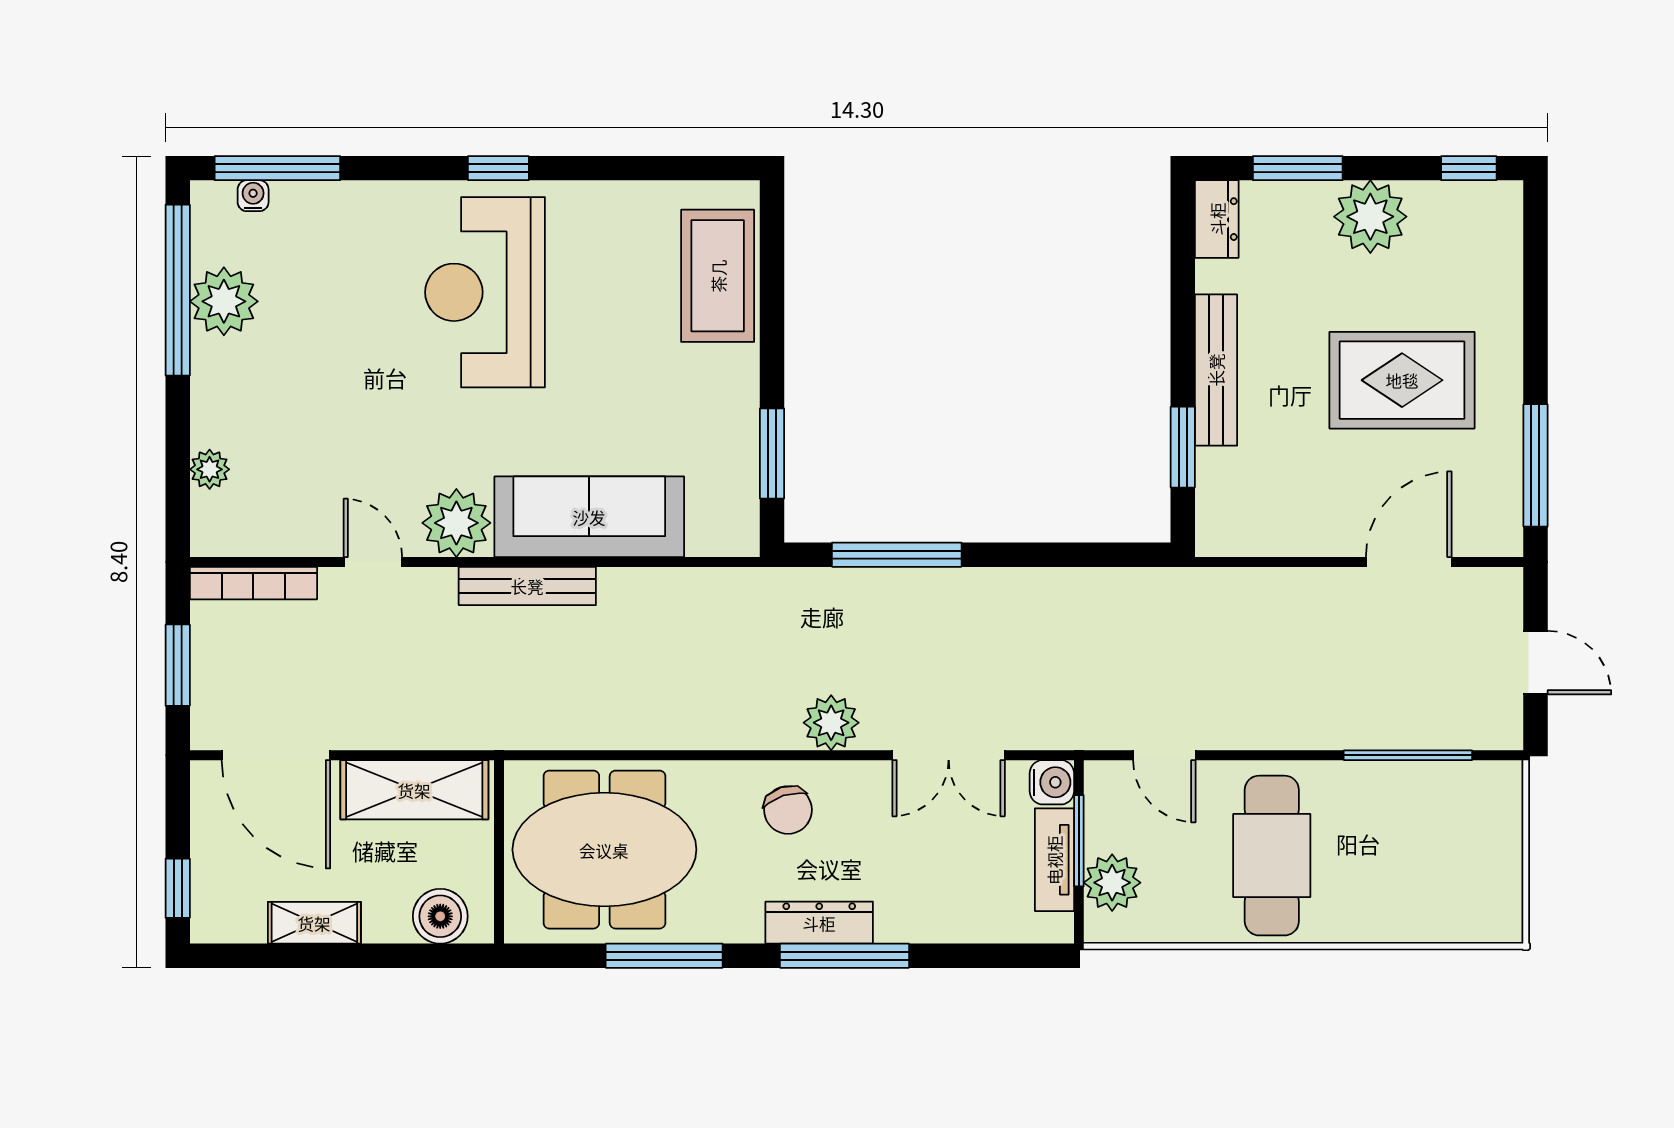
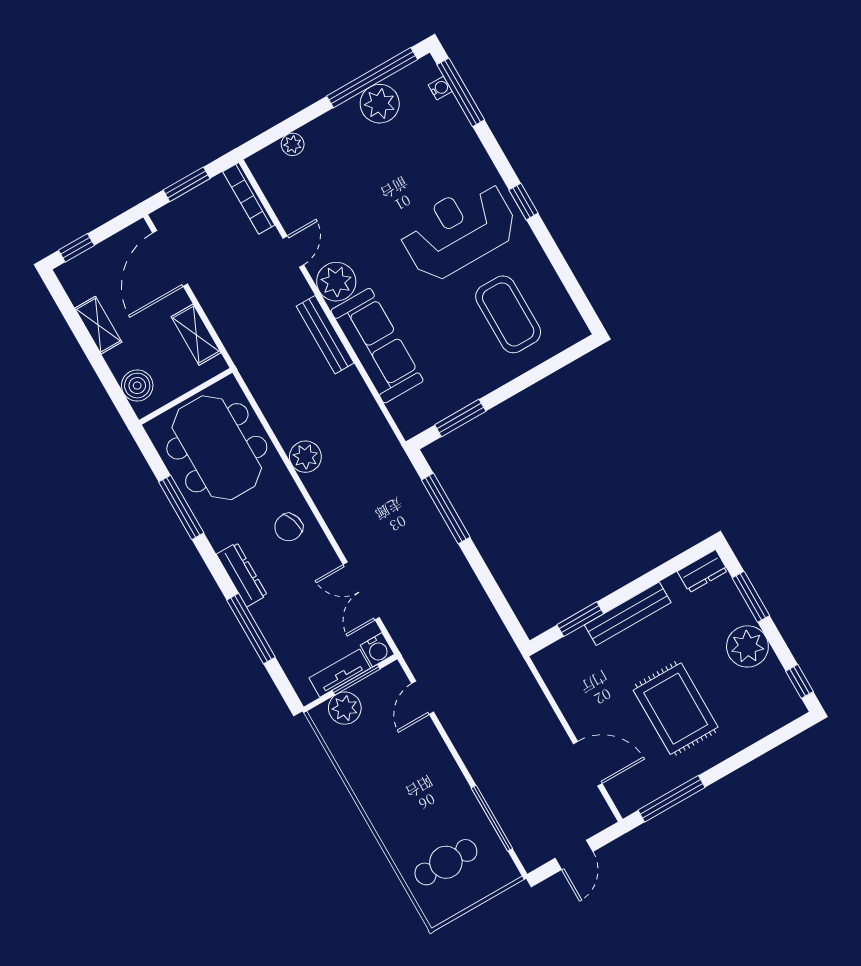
coffee table: (718, 276) -> (508, 314), moved, turned 90
plant: (831, 723) -> (305, 457), moved
shelving: (414, 790) -> (196, 335), width x0.67, depth x0.75
cafe table: (1272, 856) -> (446, 862), moved, width x0.73, depth x0.74
window: (845, 956) -> (251, 629), moved

